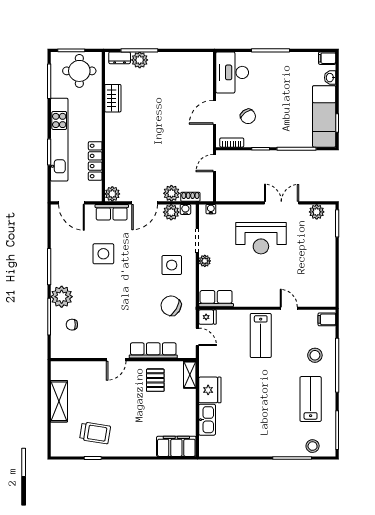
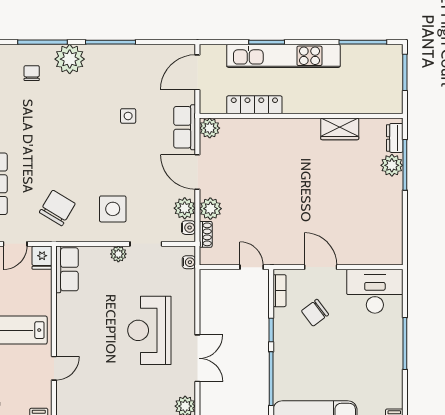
round table: (79, 71) -> (377, 83), removed
side table: (103, 254) -> (128, 116), width x0.54, depth x0.54

